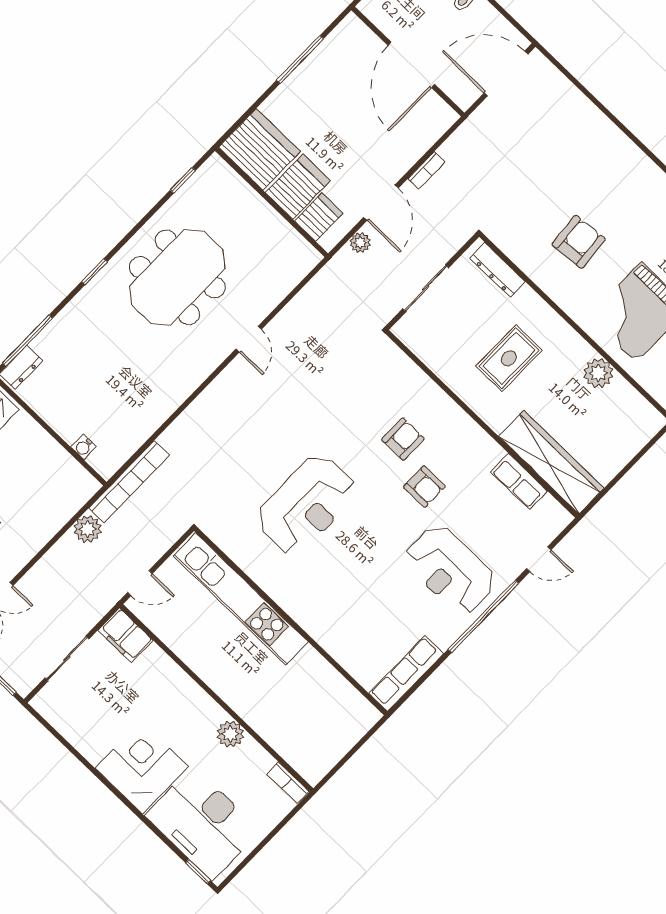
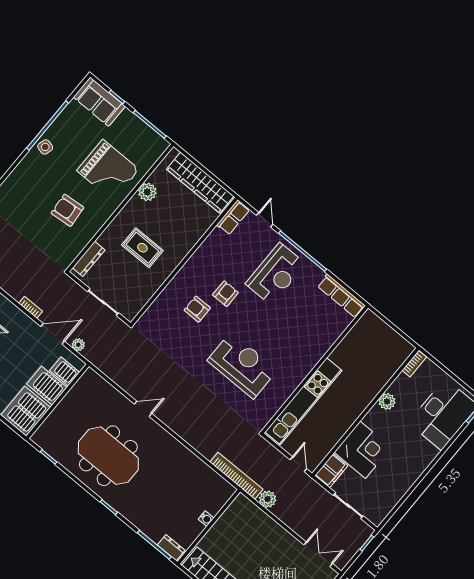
water cooler: (84, 447) -> (206, 519), moved
wardrobe: (551, 462) -> (200, 183), moved, turned -90
row of seats: (519, 481) -> (233, 217), moved
corner desk: (142, 767) -> (363, 450), moved, turned 180

